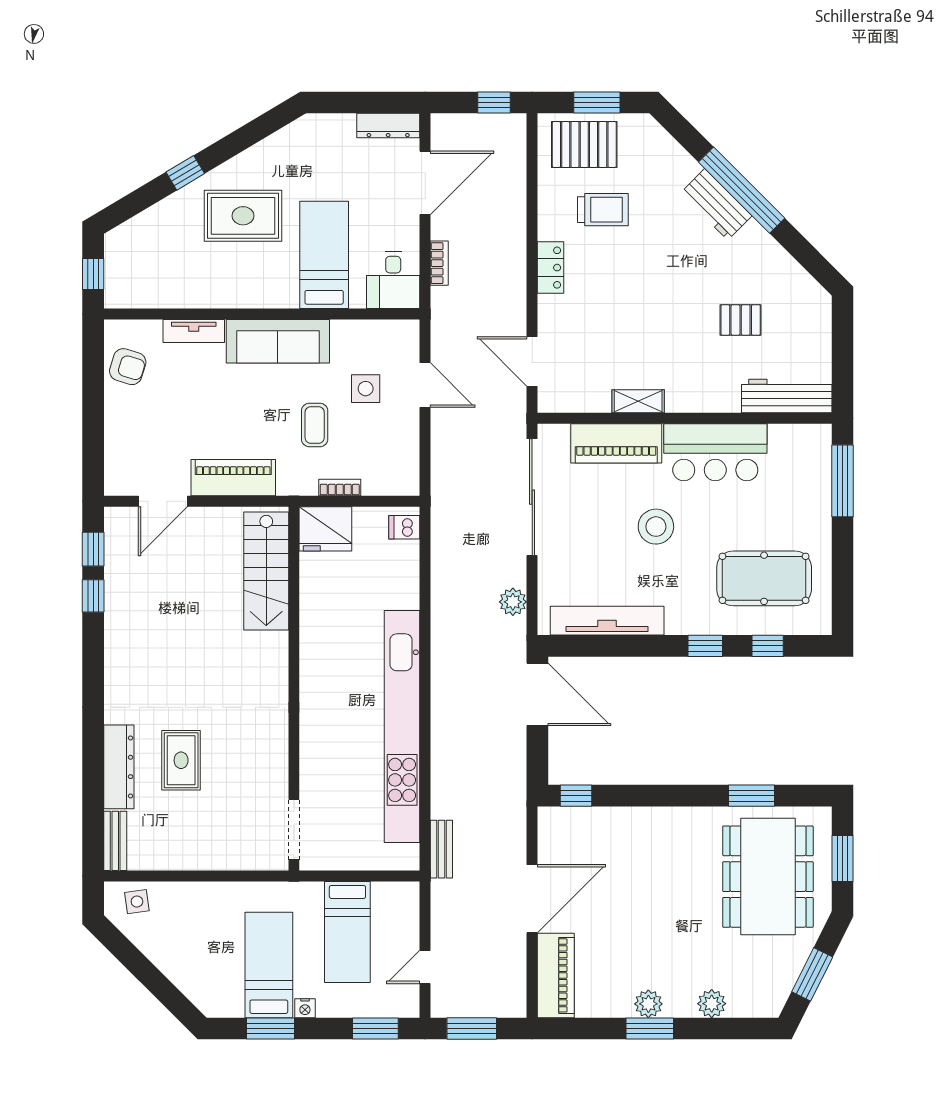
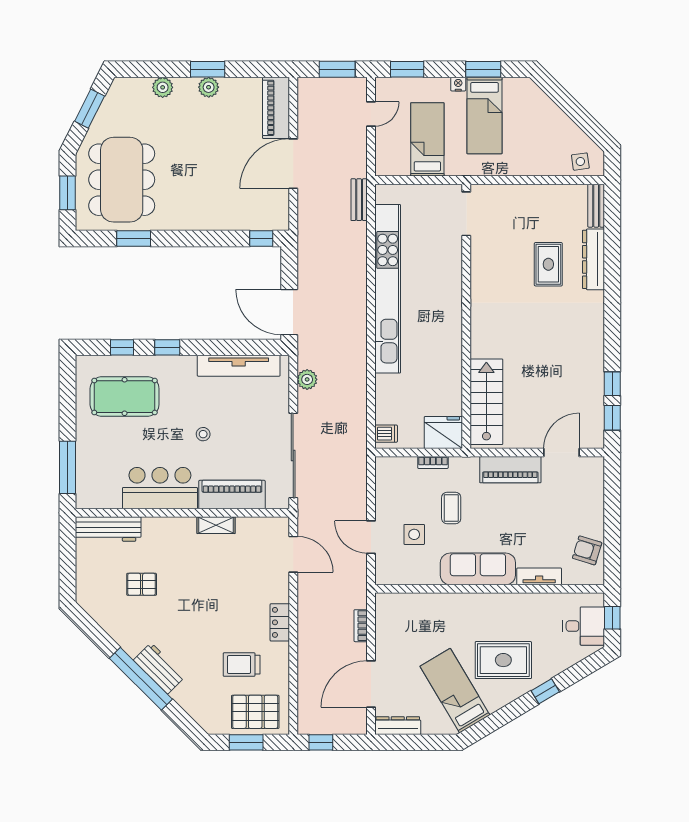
bed: (324, 255) -> (455, 691), moved, turned 149
desk: (393, 280) -> (584, 626), moved, turned 90
stool: (656, 527) -> (203, 434), width x0.53, depth x0.53

